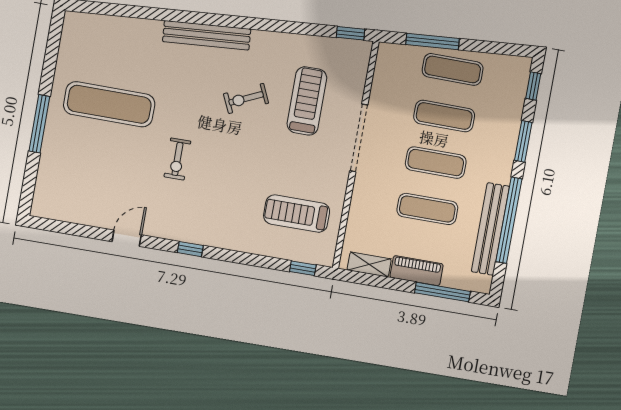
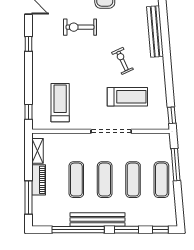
exercise bike: (177, 159) -> (80, 27), width x1.38, depth x1.39
bench: (490, 229) -> (98, 220), moved

